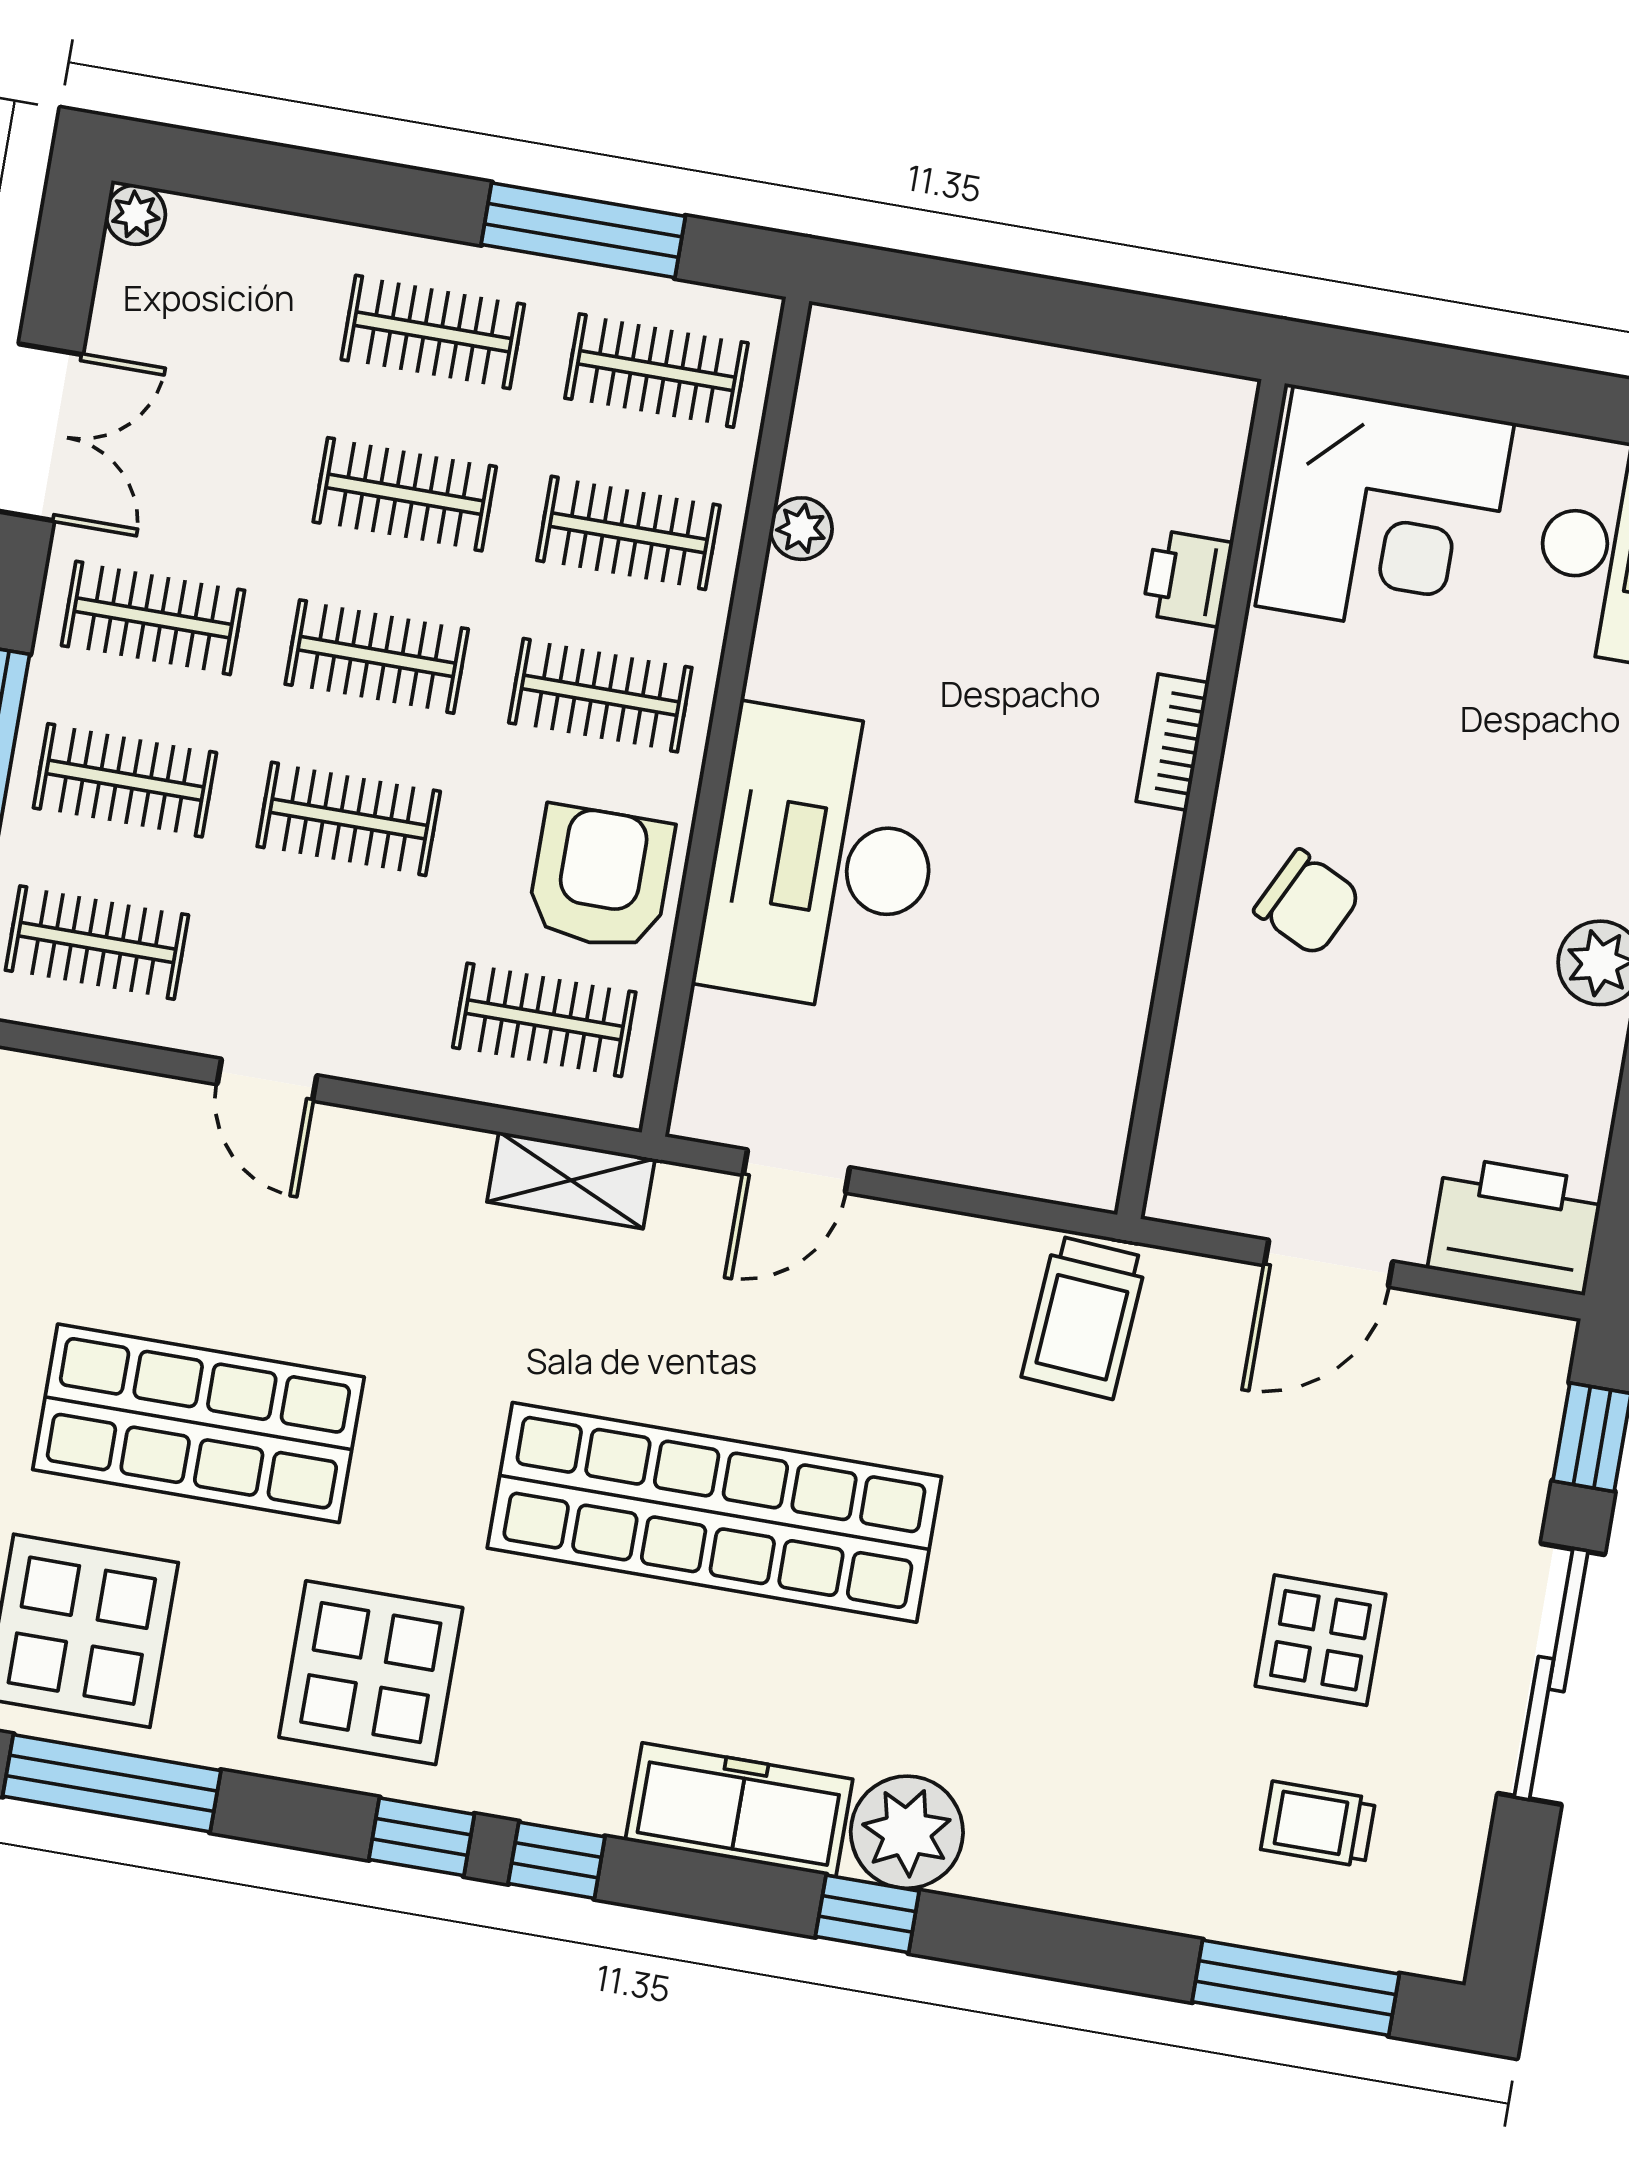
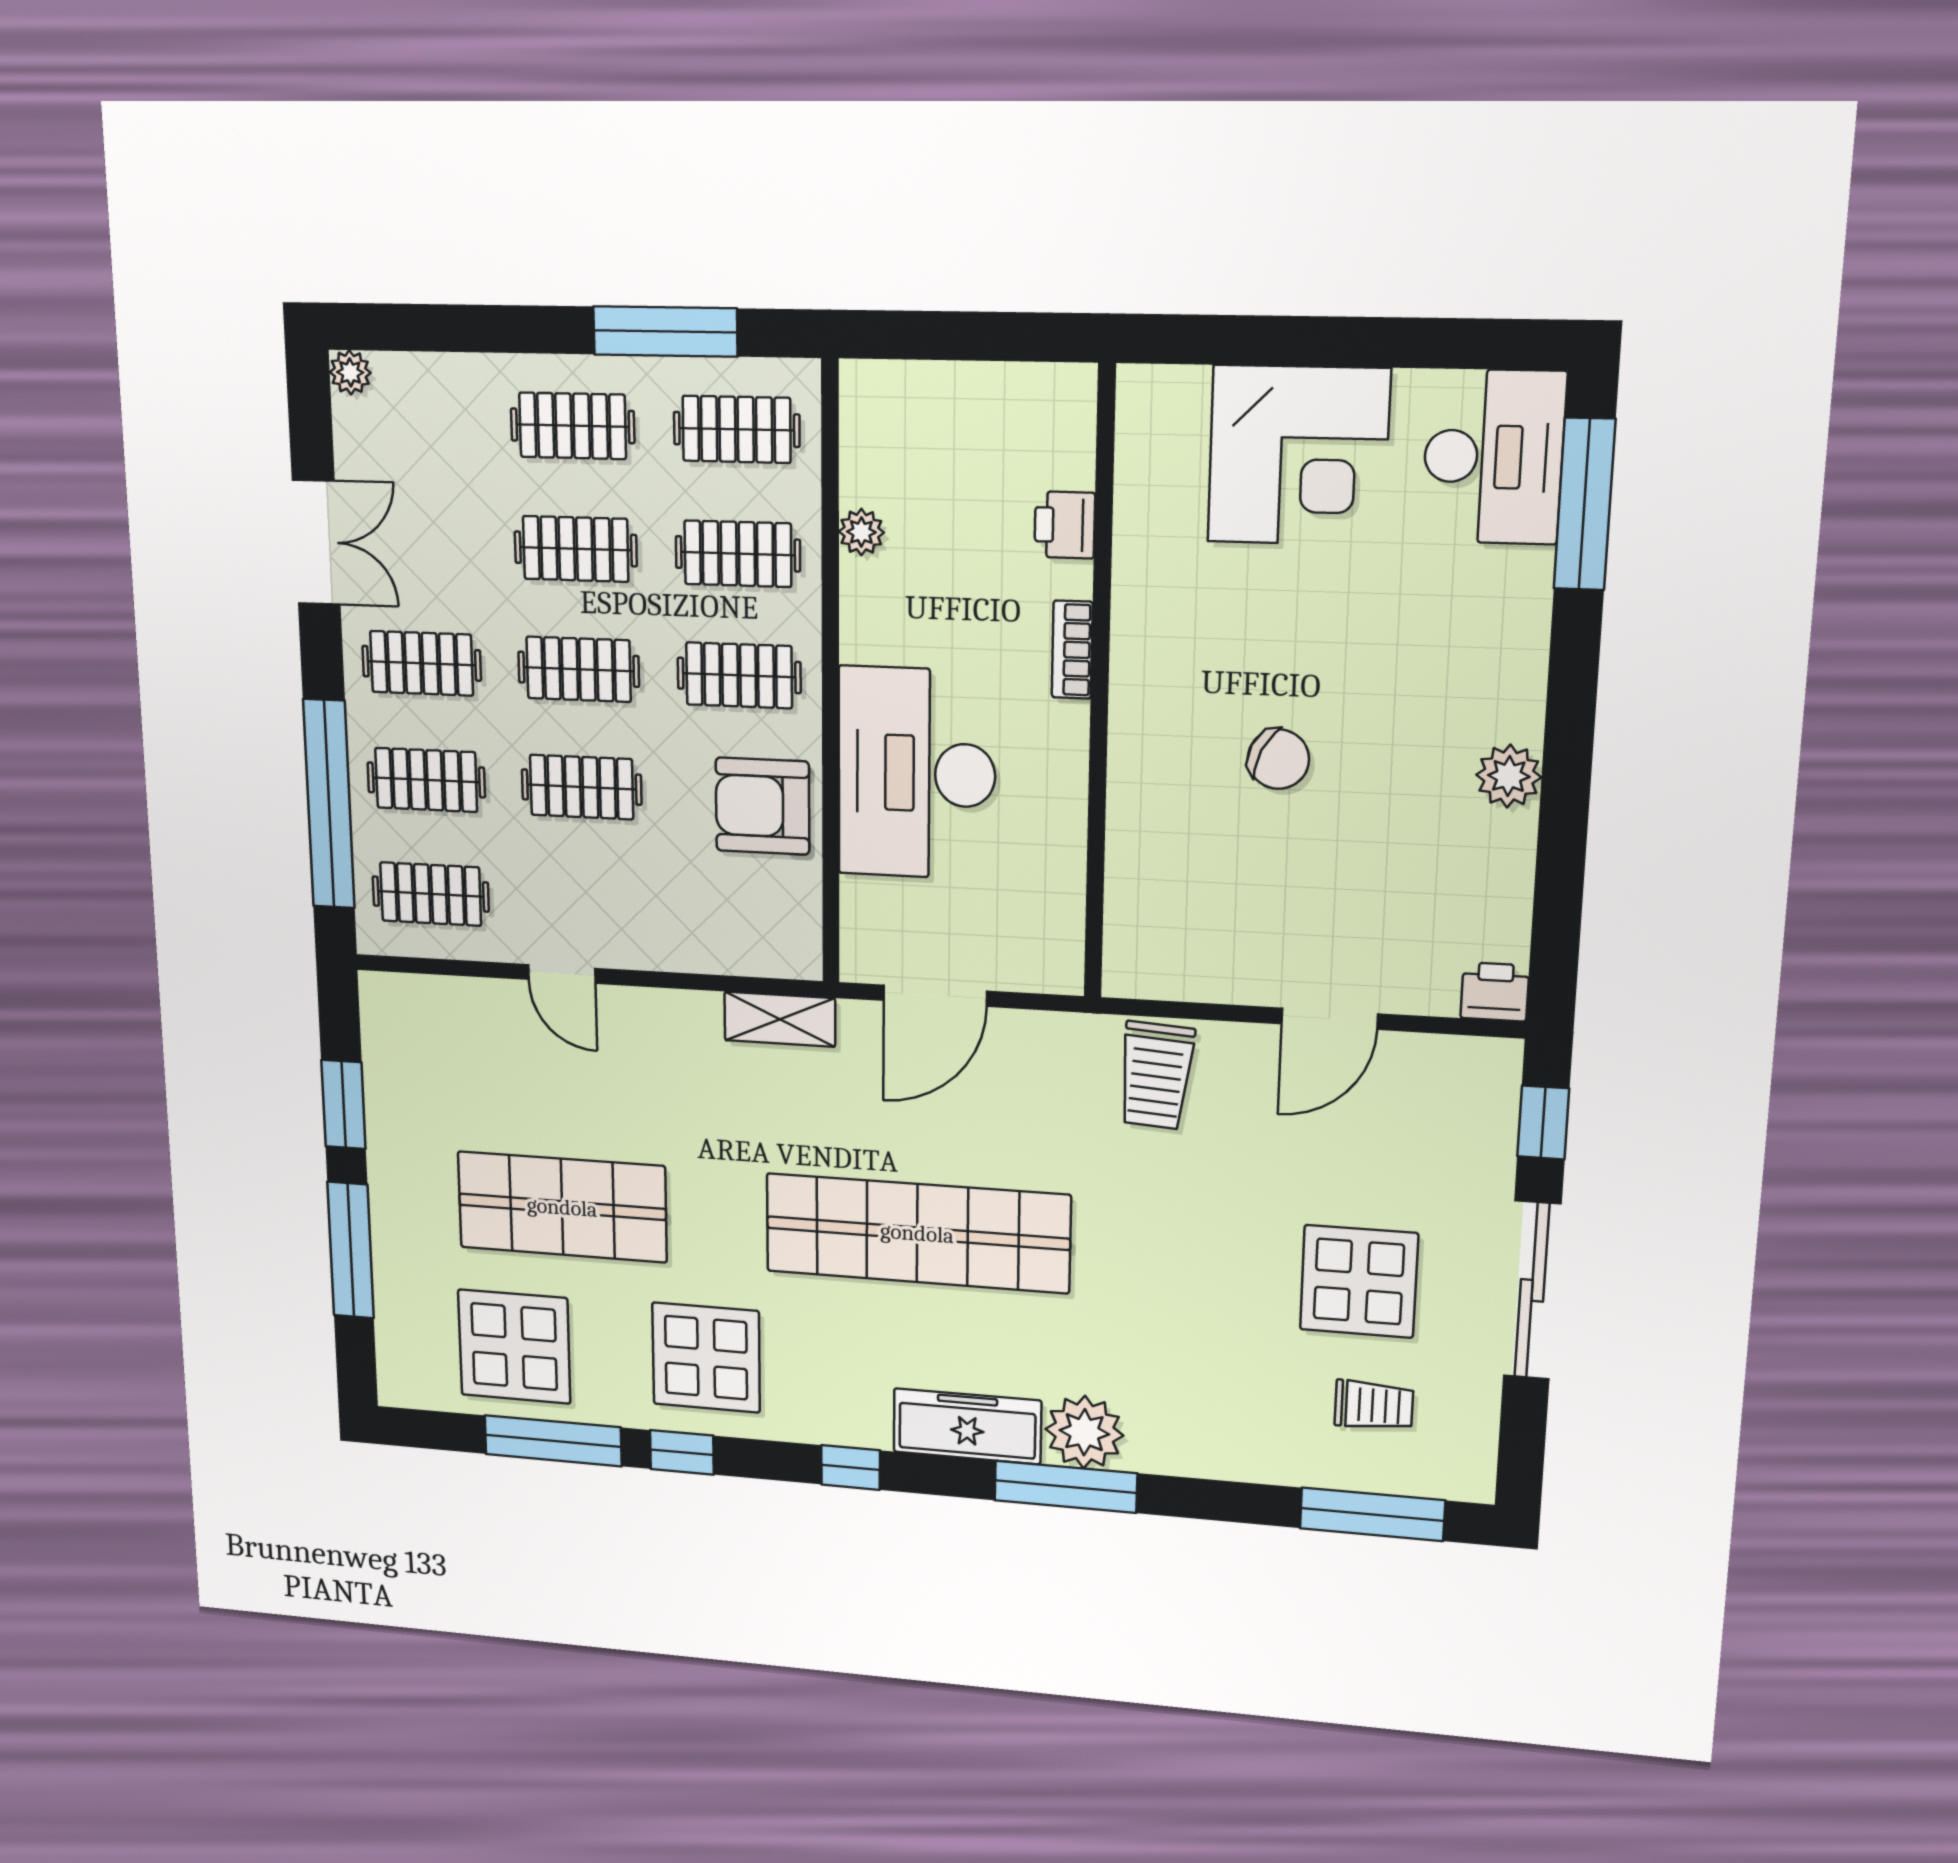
printer: (1187, 578) -> (1065, 525), moved
bookcase: (1173, 742) -> (1072, 650), moved
wall: (1201, 799) -> (1100, 689), moved
armchair: (601, 878) -> (762, 806), turned -90
clothes rail: (544, 1020) -> (741, 911), removed
door: (796, 1171) -> (935, 996), width x1.38
printer: (1516, 1225) -> (1495, 992), width x0.53, depth x0.68
display table: (1320, 1640) -> (1359, 1281), width x1.36, depth x1.36
trolley: (1318, 1824) -> (1374, 1405), turned 180
window: (422, 1837) -> (682, 1452), moved
window: (867, 1914) -> (1066, 1487), width x2.17

